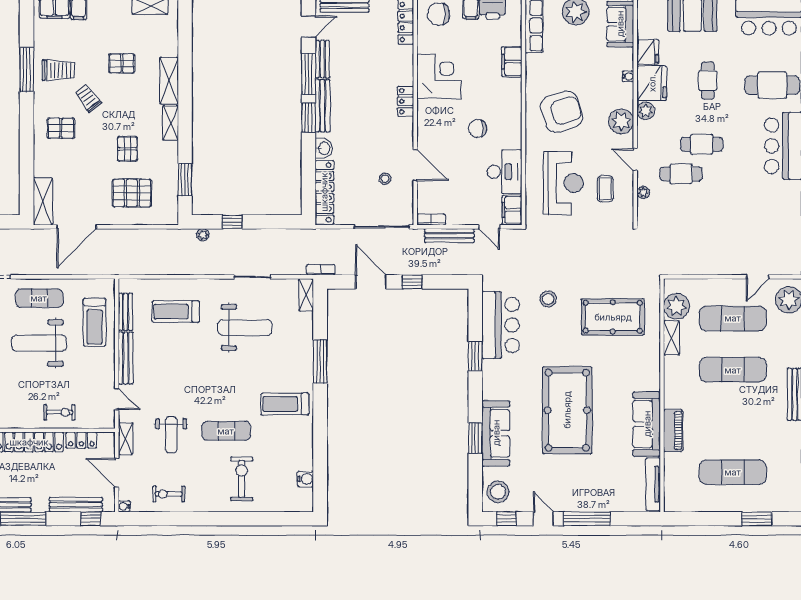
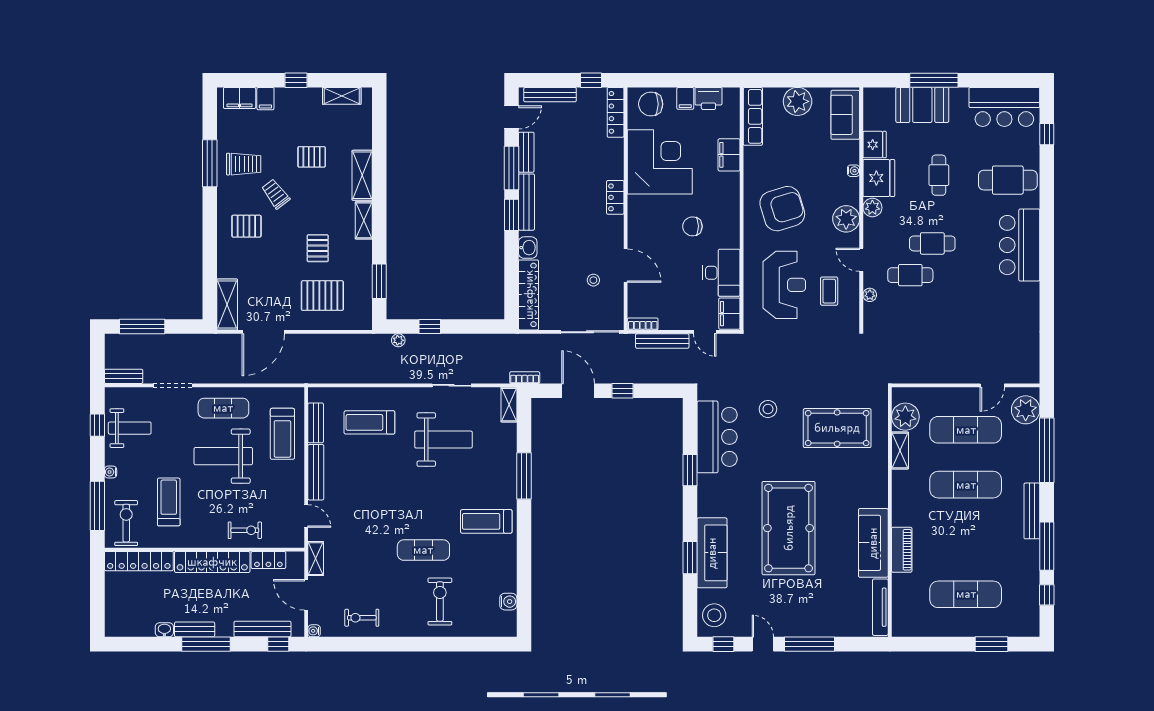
corner desk: (439, 76) -> (660, 162), width x1.36, depth x1.36
weight bench: (171, 435) -> (365, 554), removed

